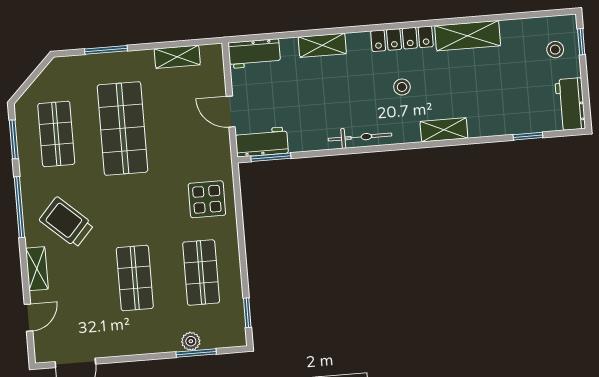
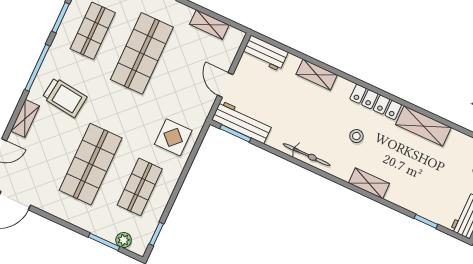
workbench: (262, 142) -> (242, 122), width x1.38
trolley: (66, 222) -> (65, 97), turned 145
shop shelf: (135, 278) -> (91, 164), width x1.43, depth x1.36
plant: (191, 341) -> (124, 240), moved

